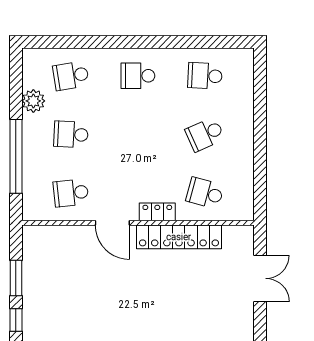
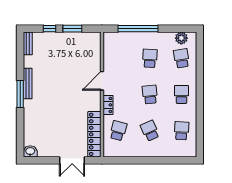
plant: (33, 101) -> (181, 38), moved
school desk: (71, 193) -> (150, 95), moved
locker: (179, 237) -> (94, 134), moved

